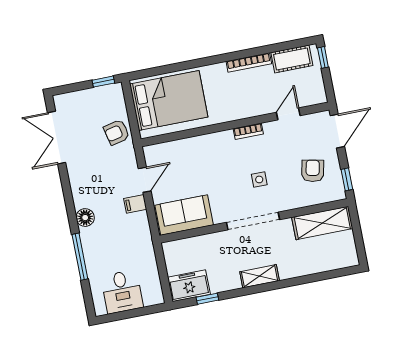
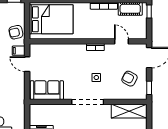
door: (288, 114) -> (122, 41), hinge flipped
armchair: (313, 171) -> (129, 79), turned -74
door: (145, 180) -> (27, 64), swing flipped
filing cabinet: (135, 204) -> (19, 51), moved

